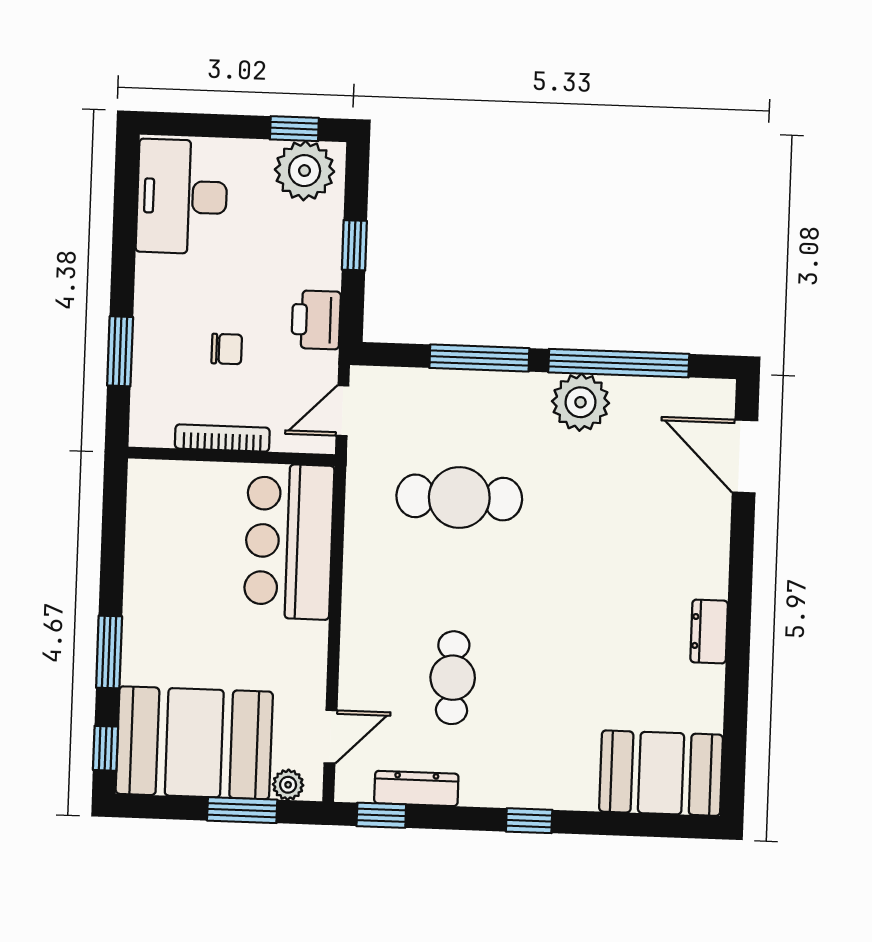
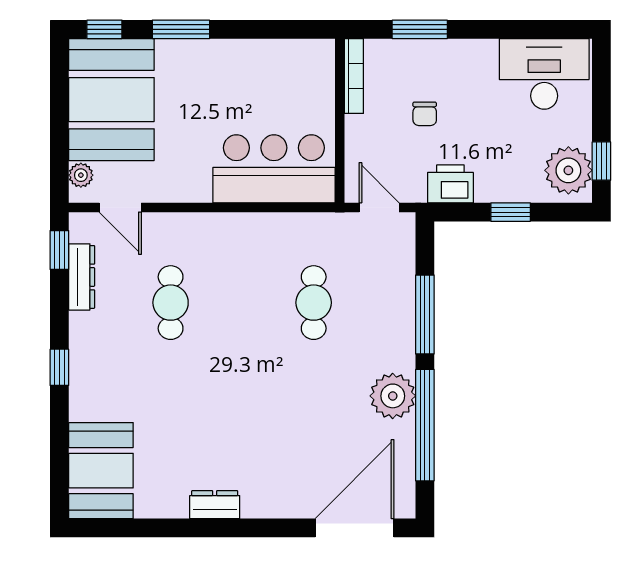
bookcase: (222, 438) -> (354, 76), moved
door: (745, 456) -> (355, 528), width x1.36
cafe table: (459, 497) -> (314, 303), width x0.73, depth x0.74
cafe table: (453, 678) -> (171, 303), turned 90
window: (242, 810) -> (59, 139), removed

